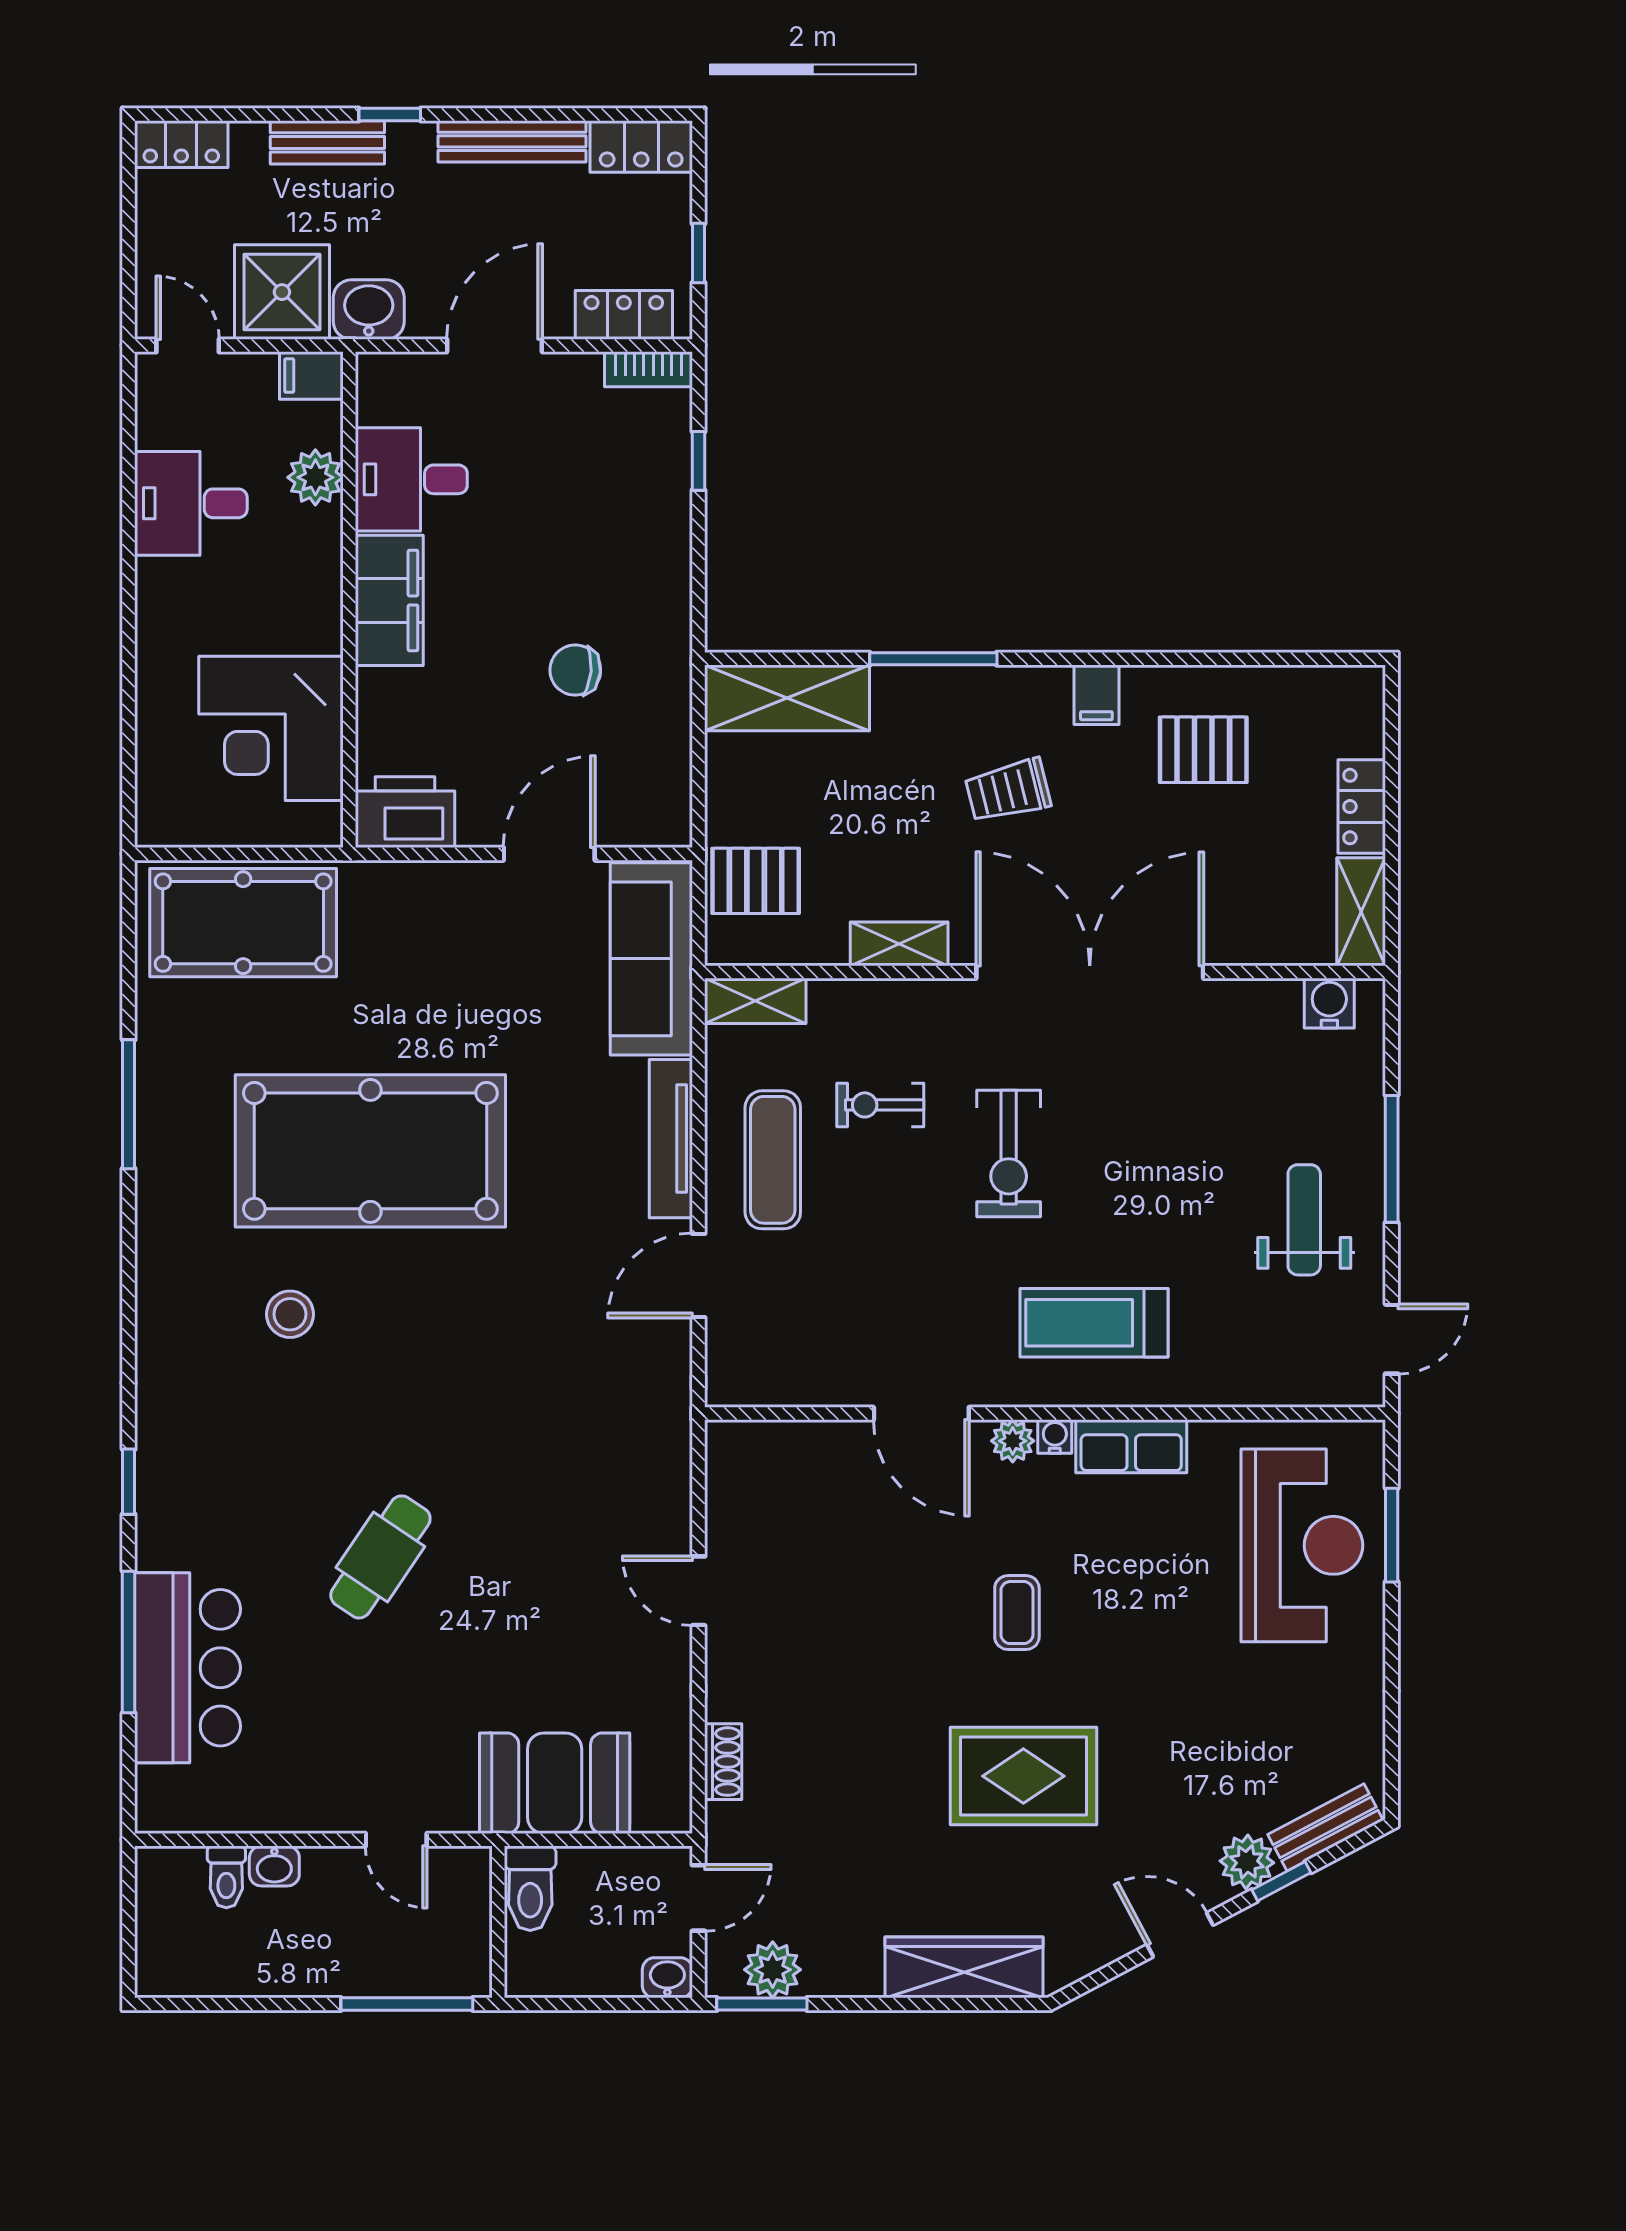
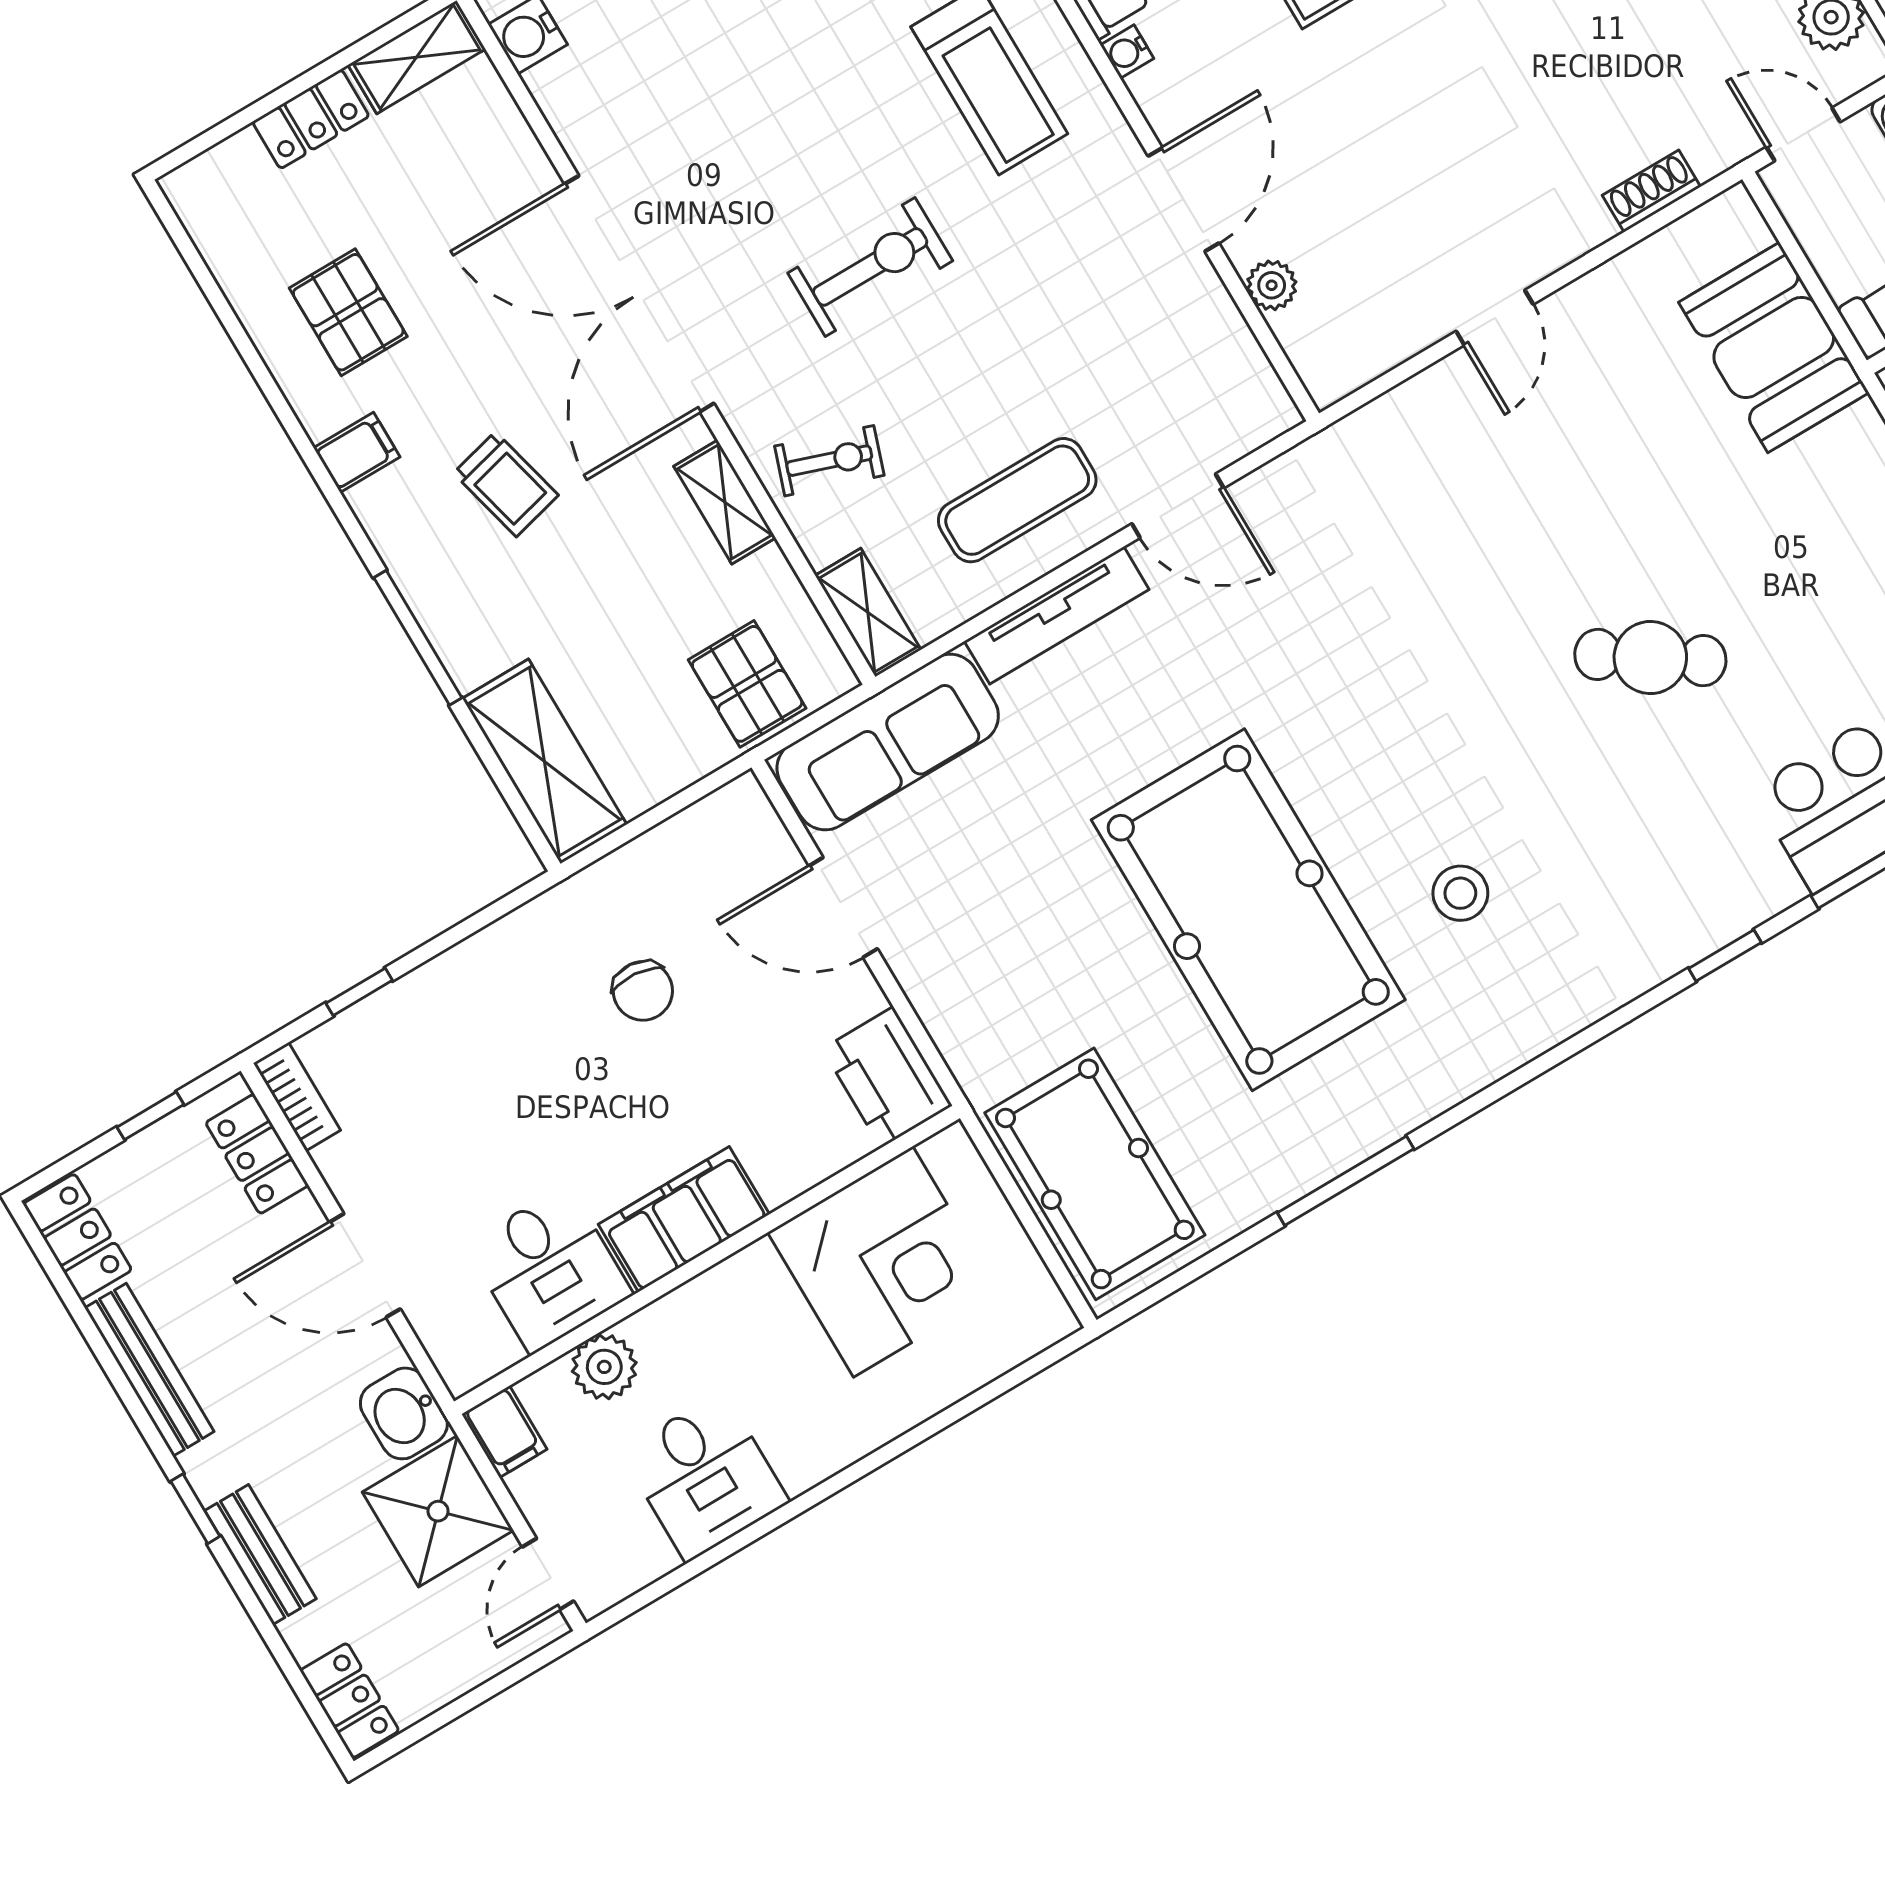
exercise bike: (880, 1105) -> (829, 461), moved, turned -71
plant: (1013, 1441) -> (1272, 285), moved

